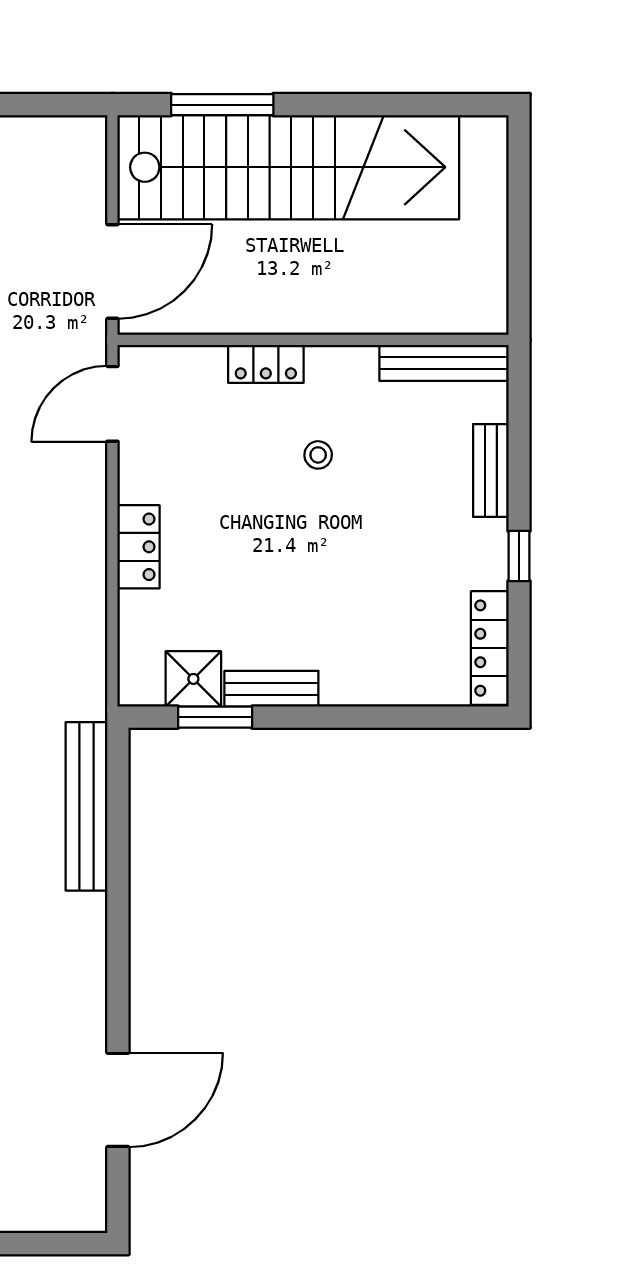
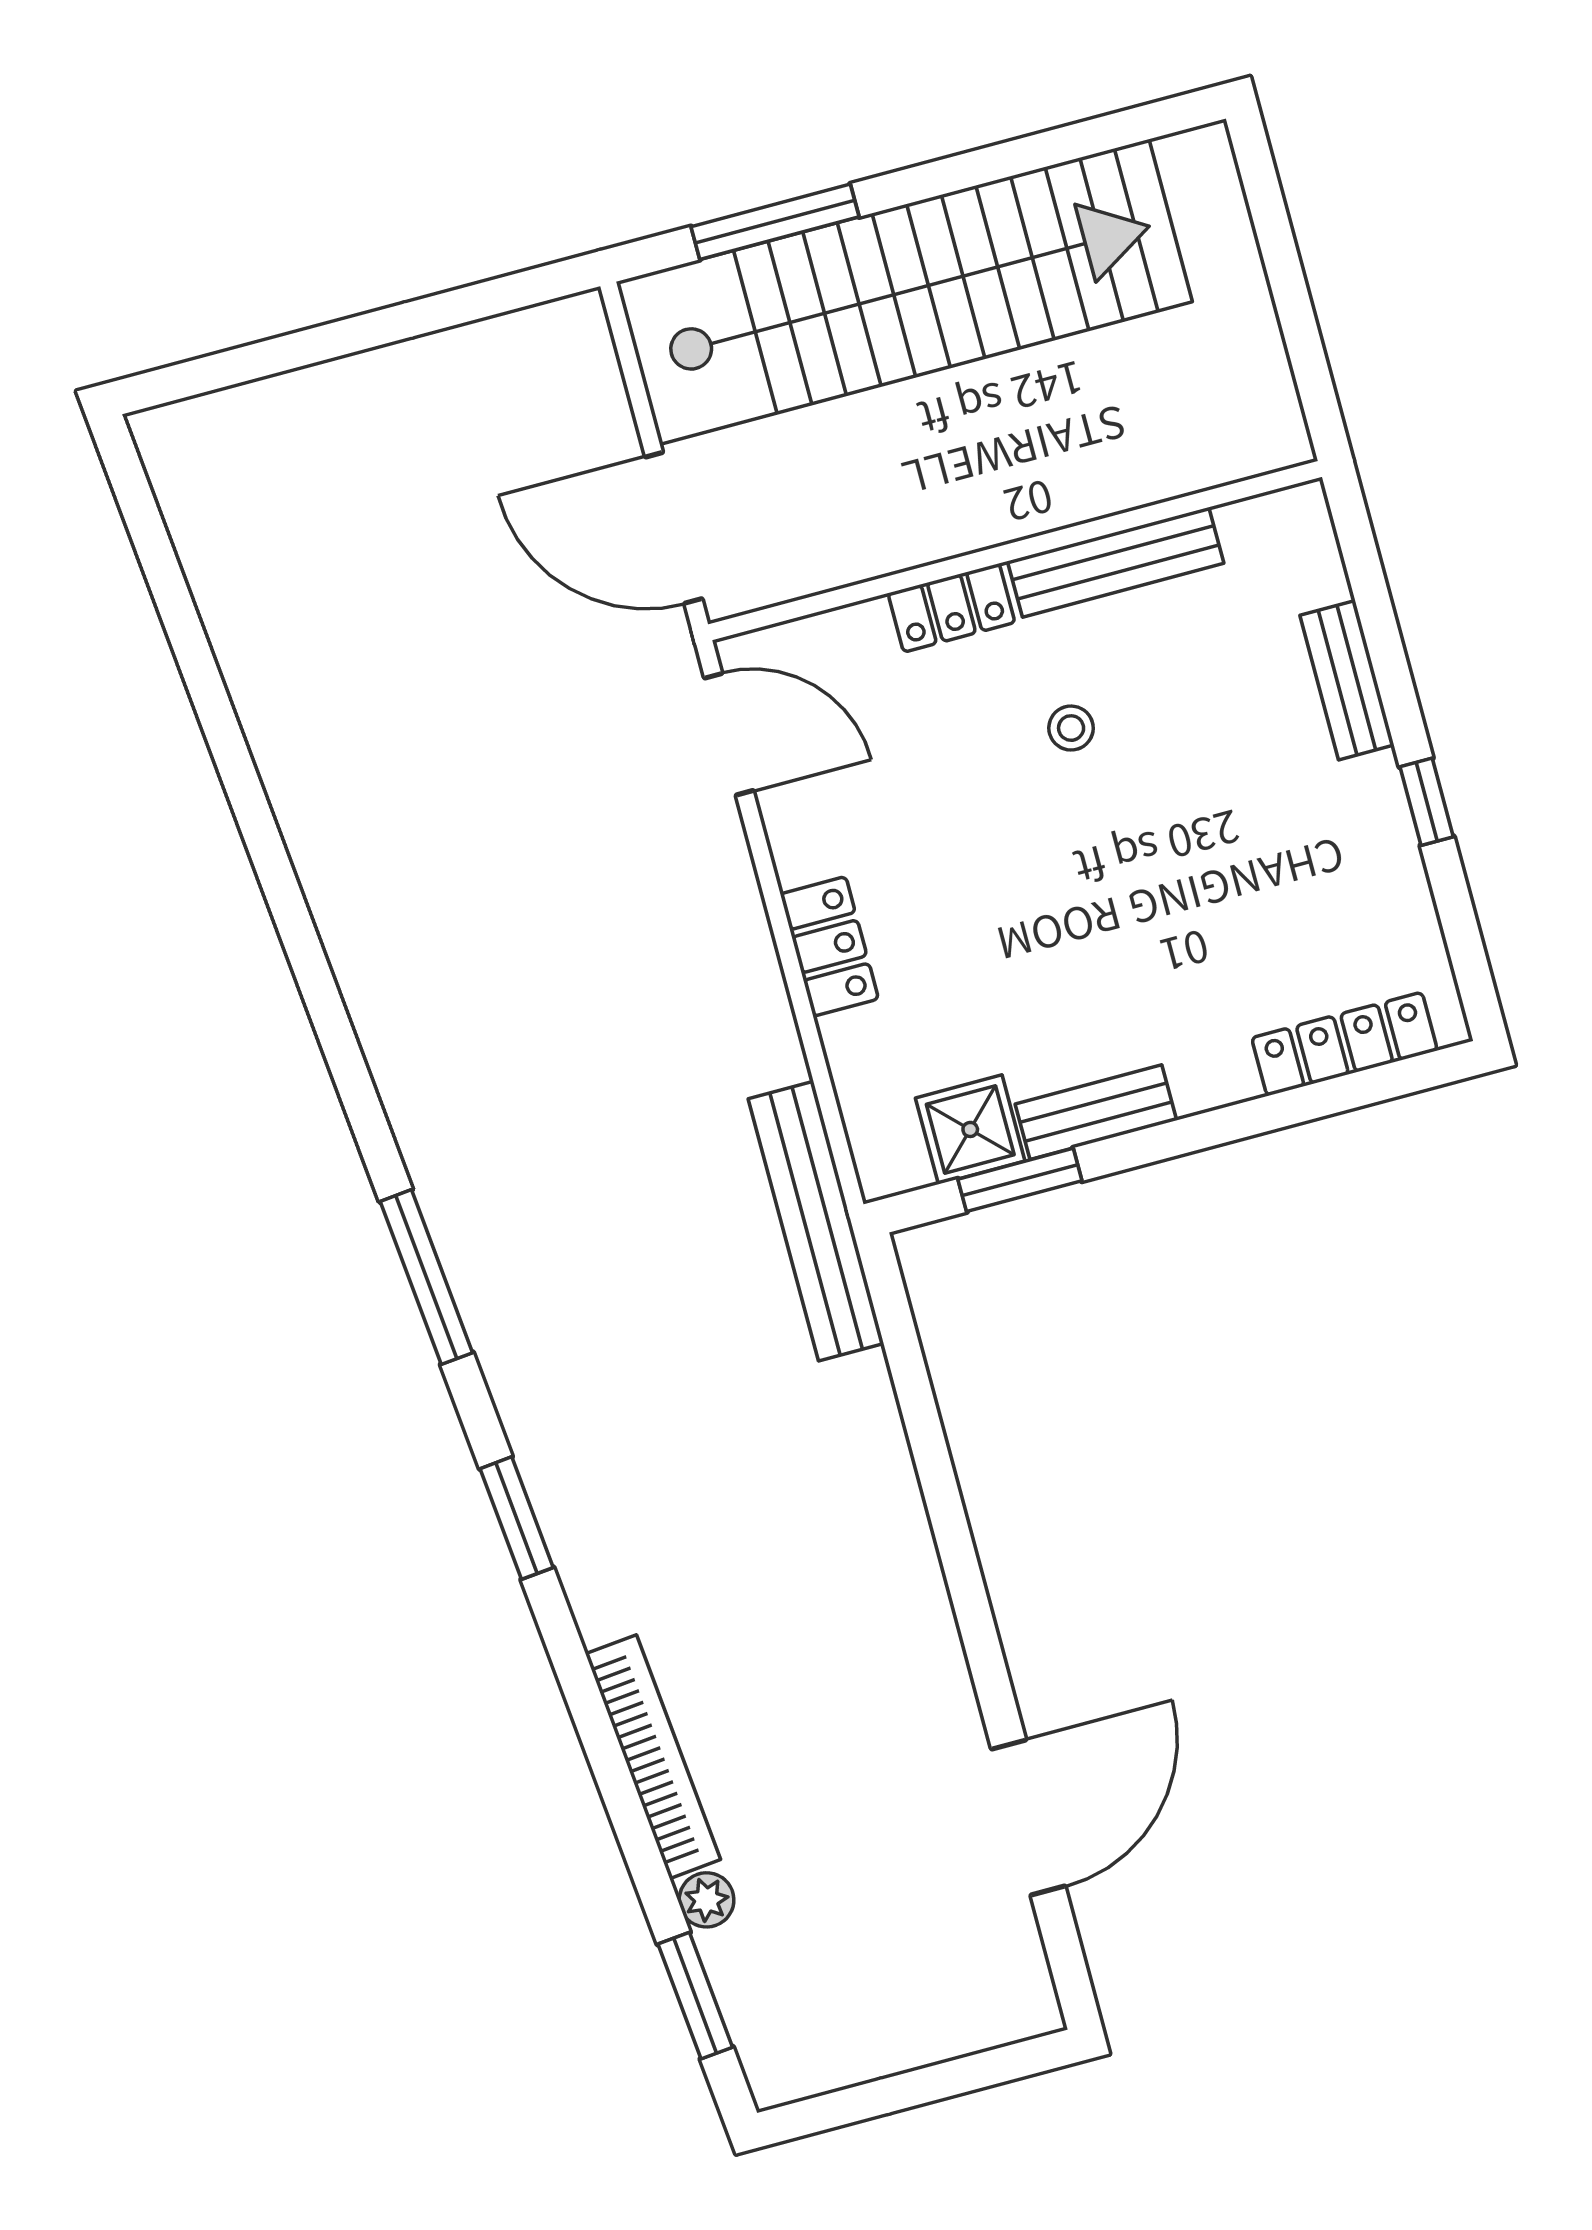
door: (112, 271) -> (674, 528), swing flipped
bench: (444, 363) -> (1116, 562), moved
door: (112, 404) -> (729, 734), swing flipped
locker: (490, 648) -> (1344, 1044), moved, turned 90
bench: (86, 806) -> (816, 1221), moved

